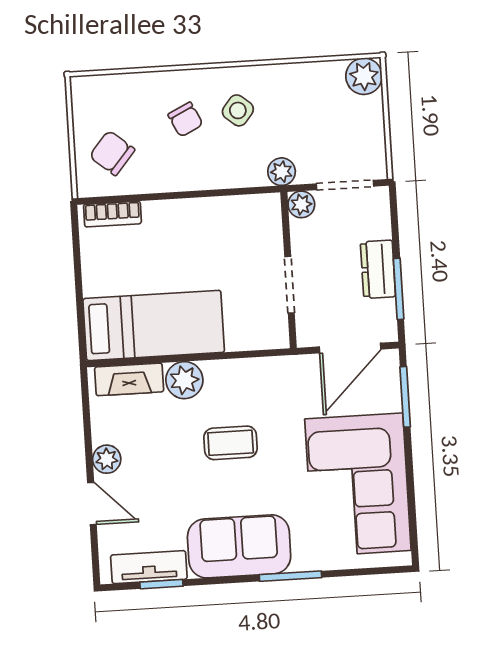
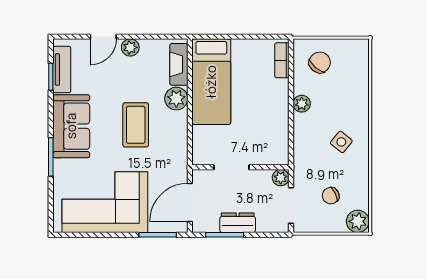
chair: (185, 120) -> (331, 196), moved
plant: (282, 172) -> (302, 104), moved
door: (350, 348) -> (190, 202), hinge flipped
coffee table: (231, 443) -> (136, 125), width x1.36, depth x1.30

